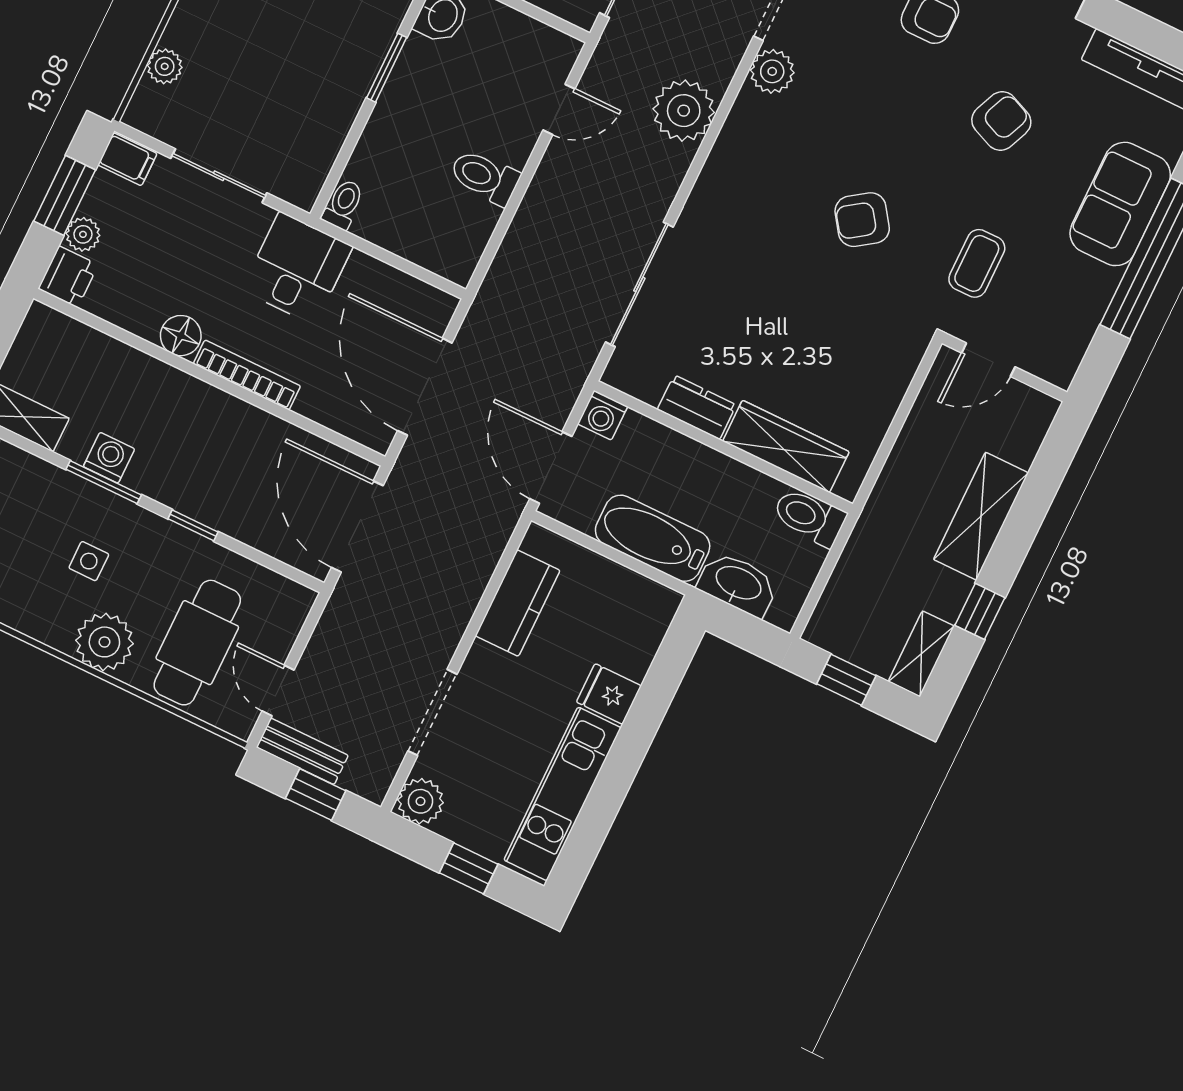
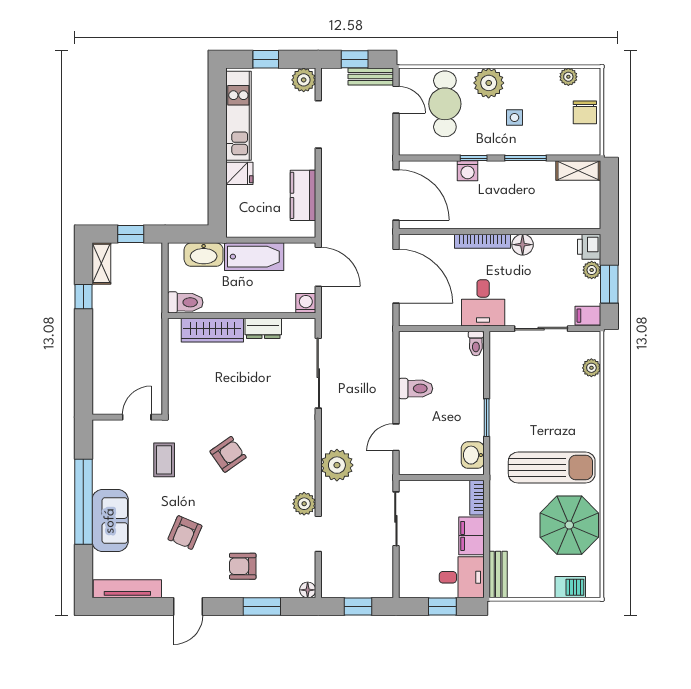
washing machine: (109, 458) -> (468, 171), moved
shelving: (981, 516) -> (105, 342), removed

